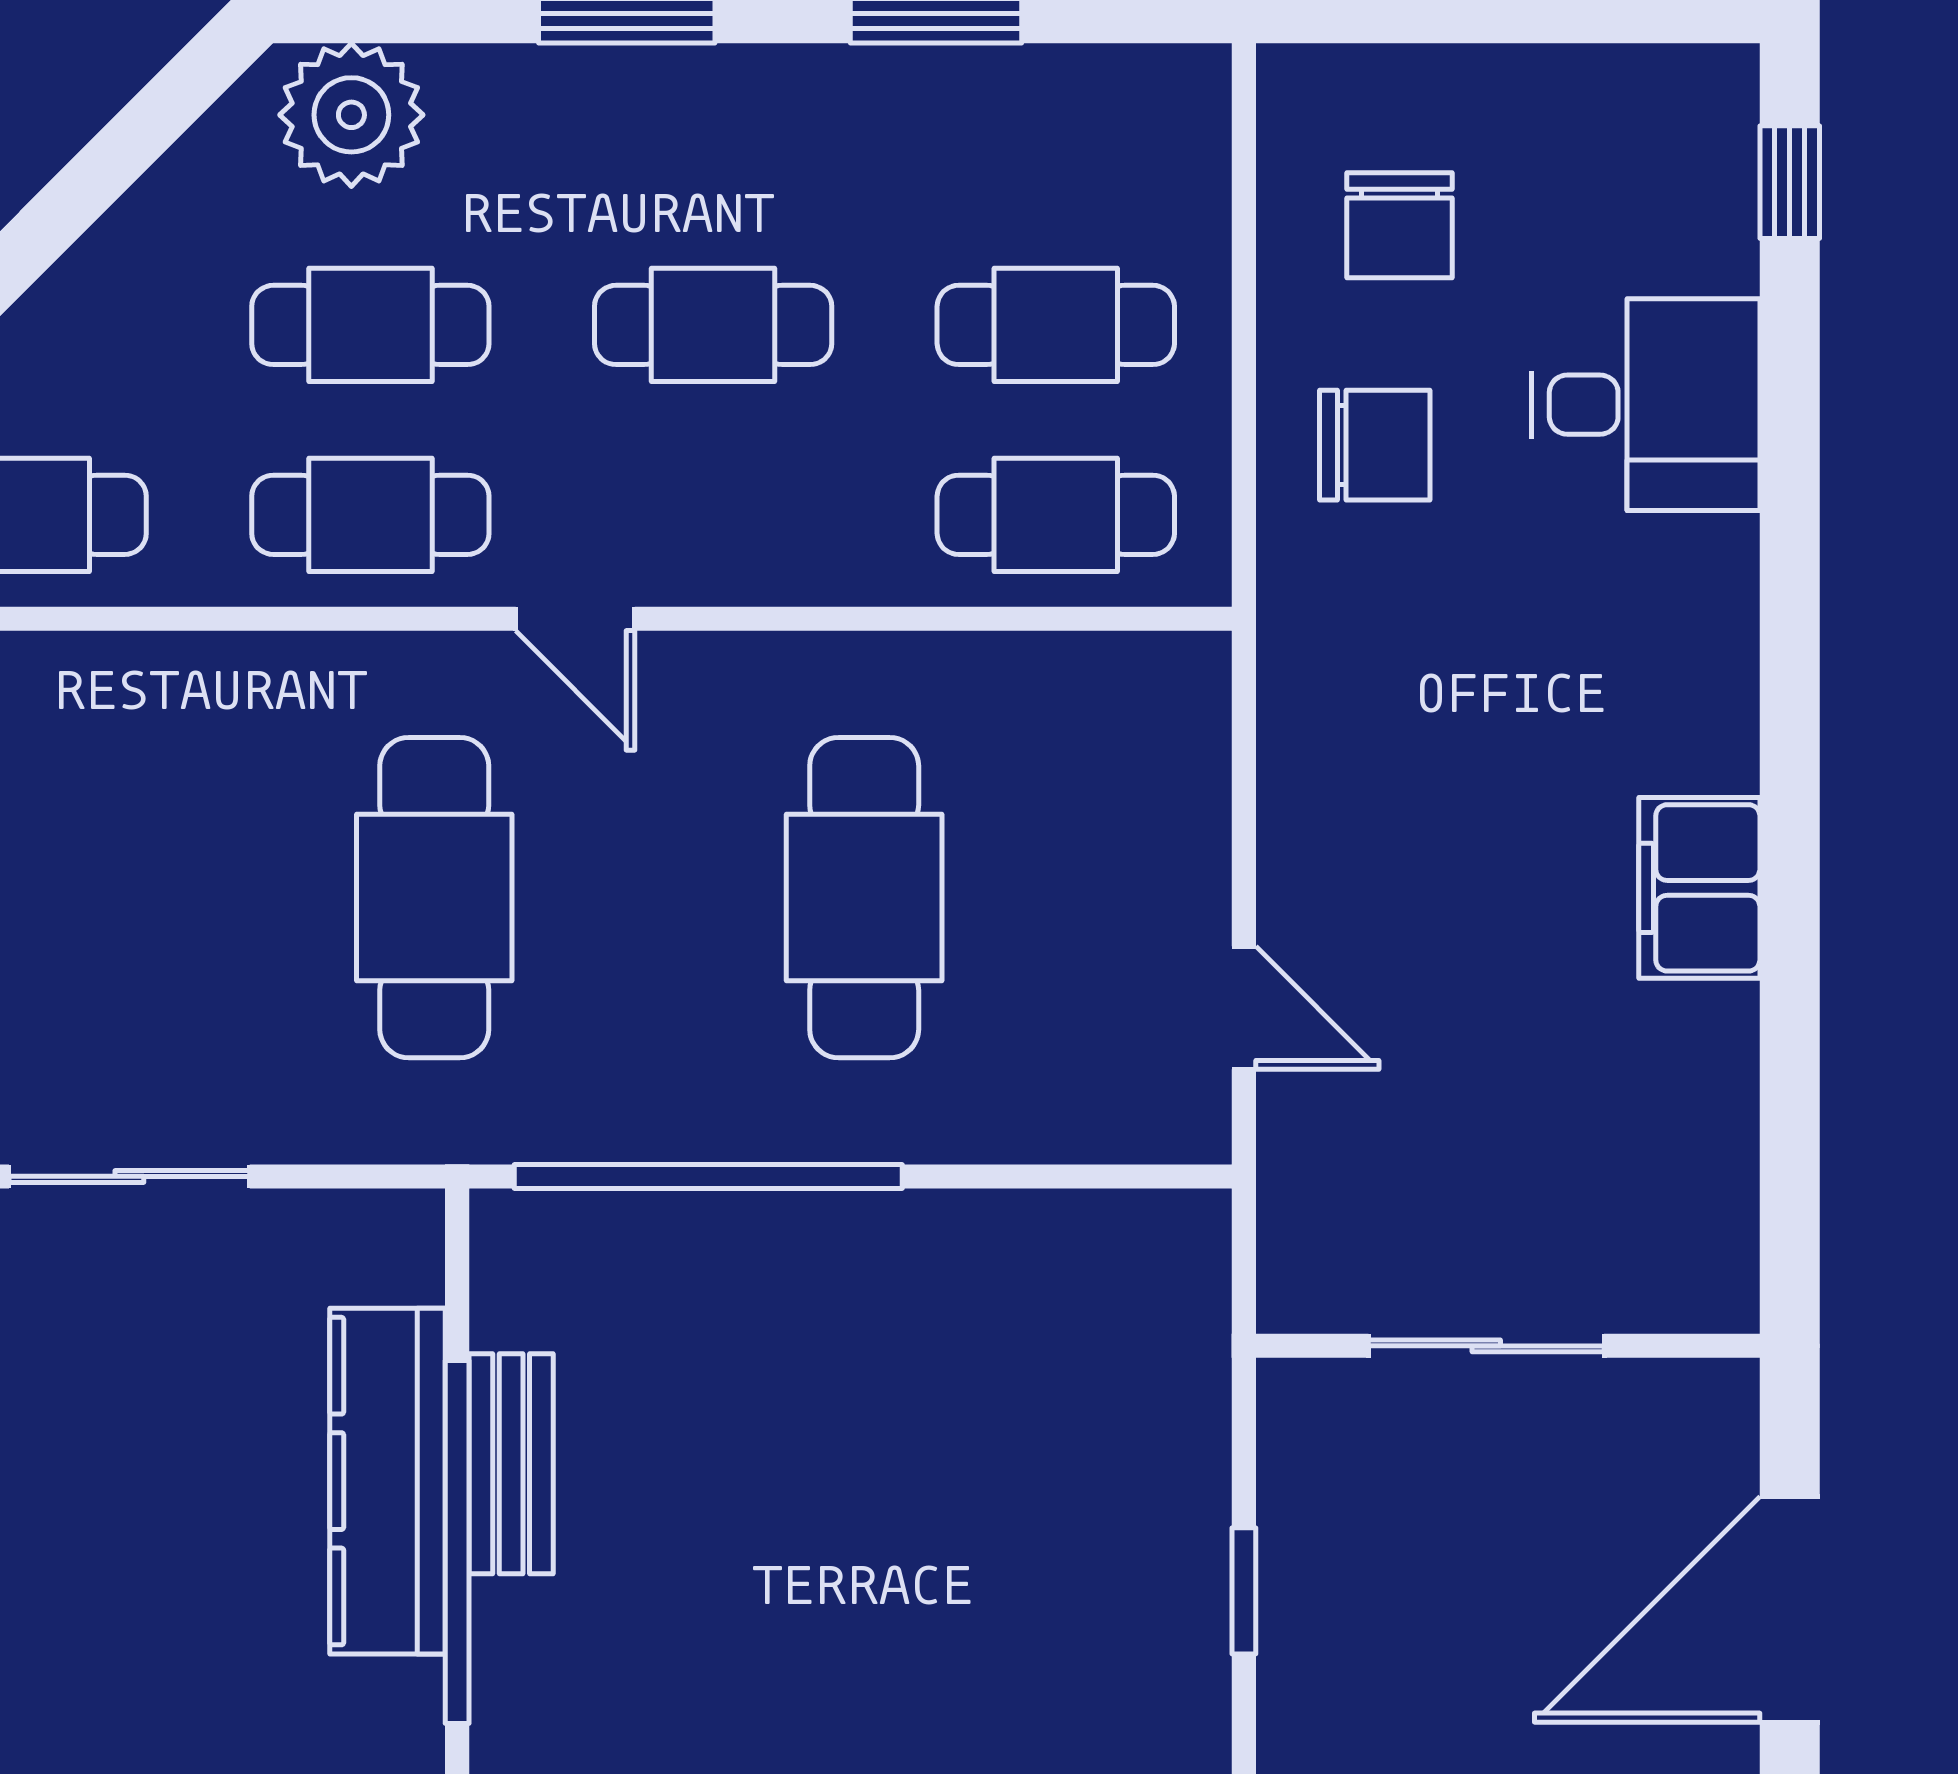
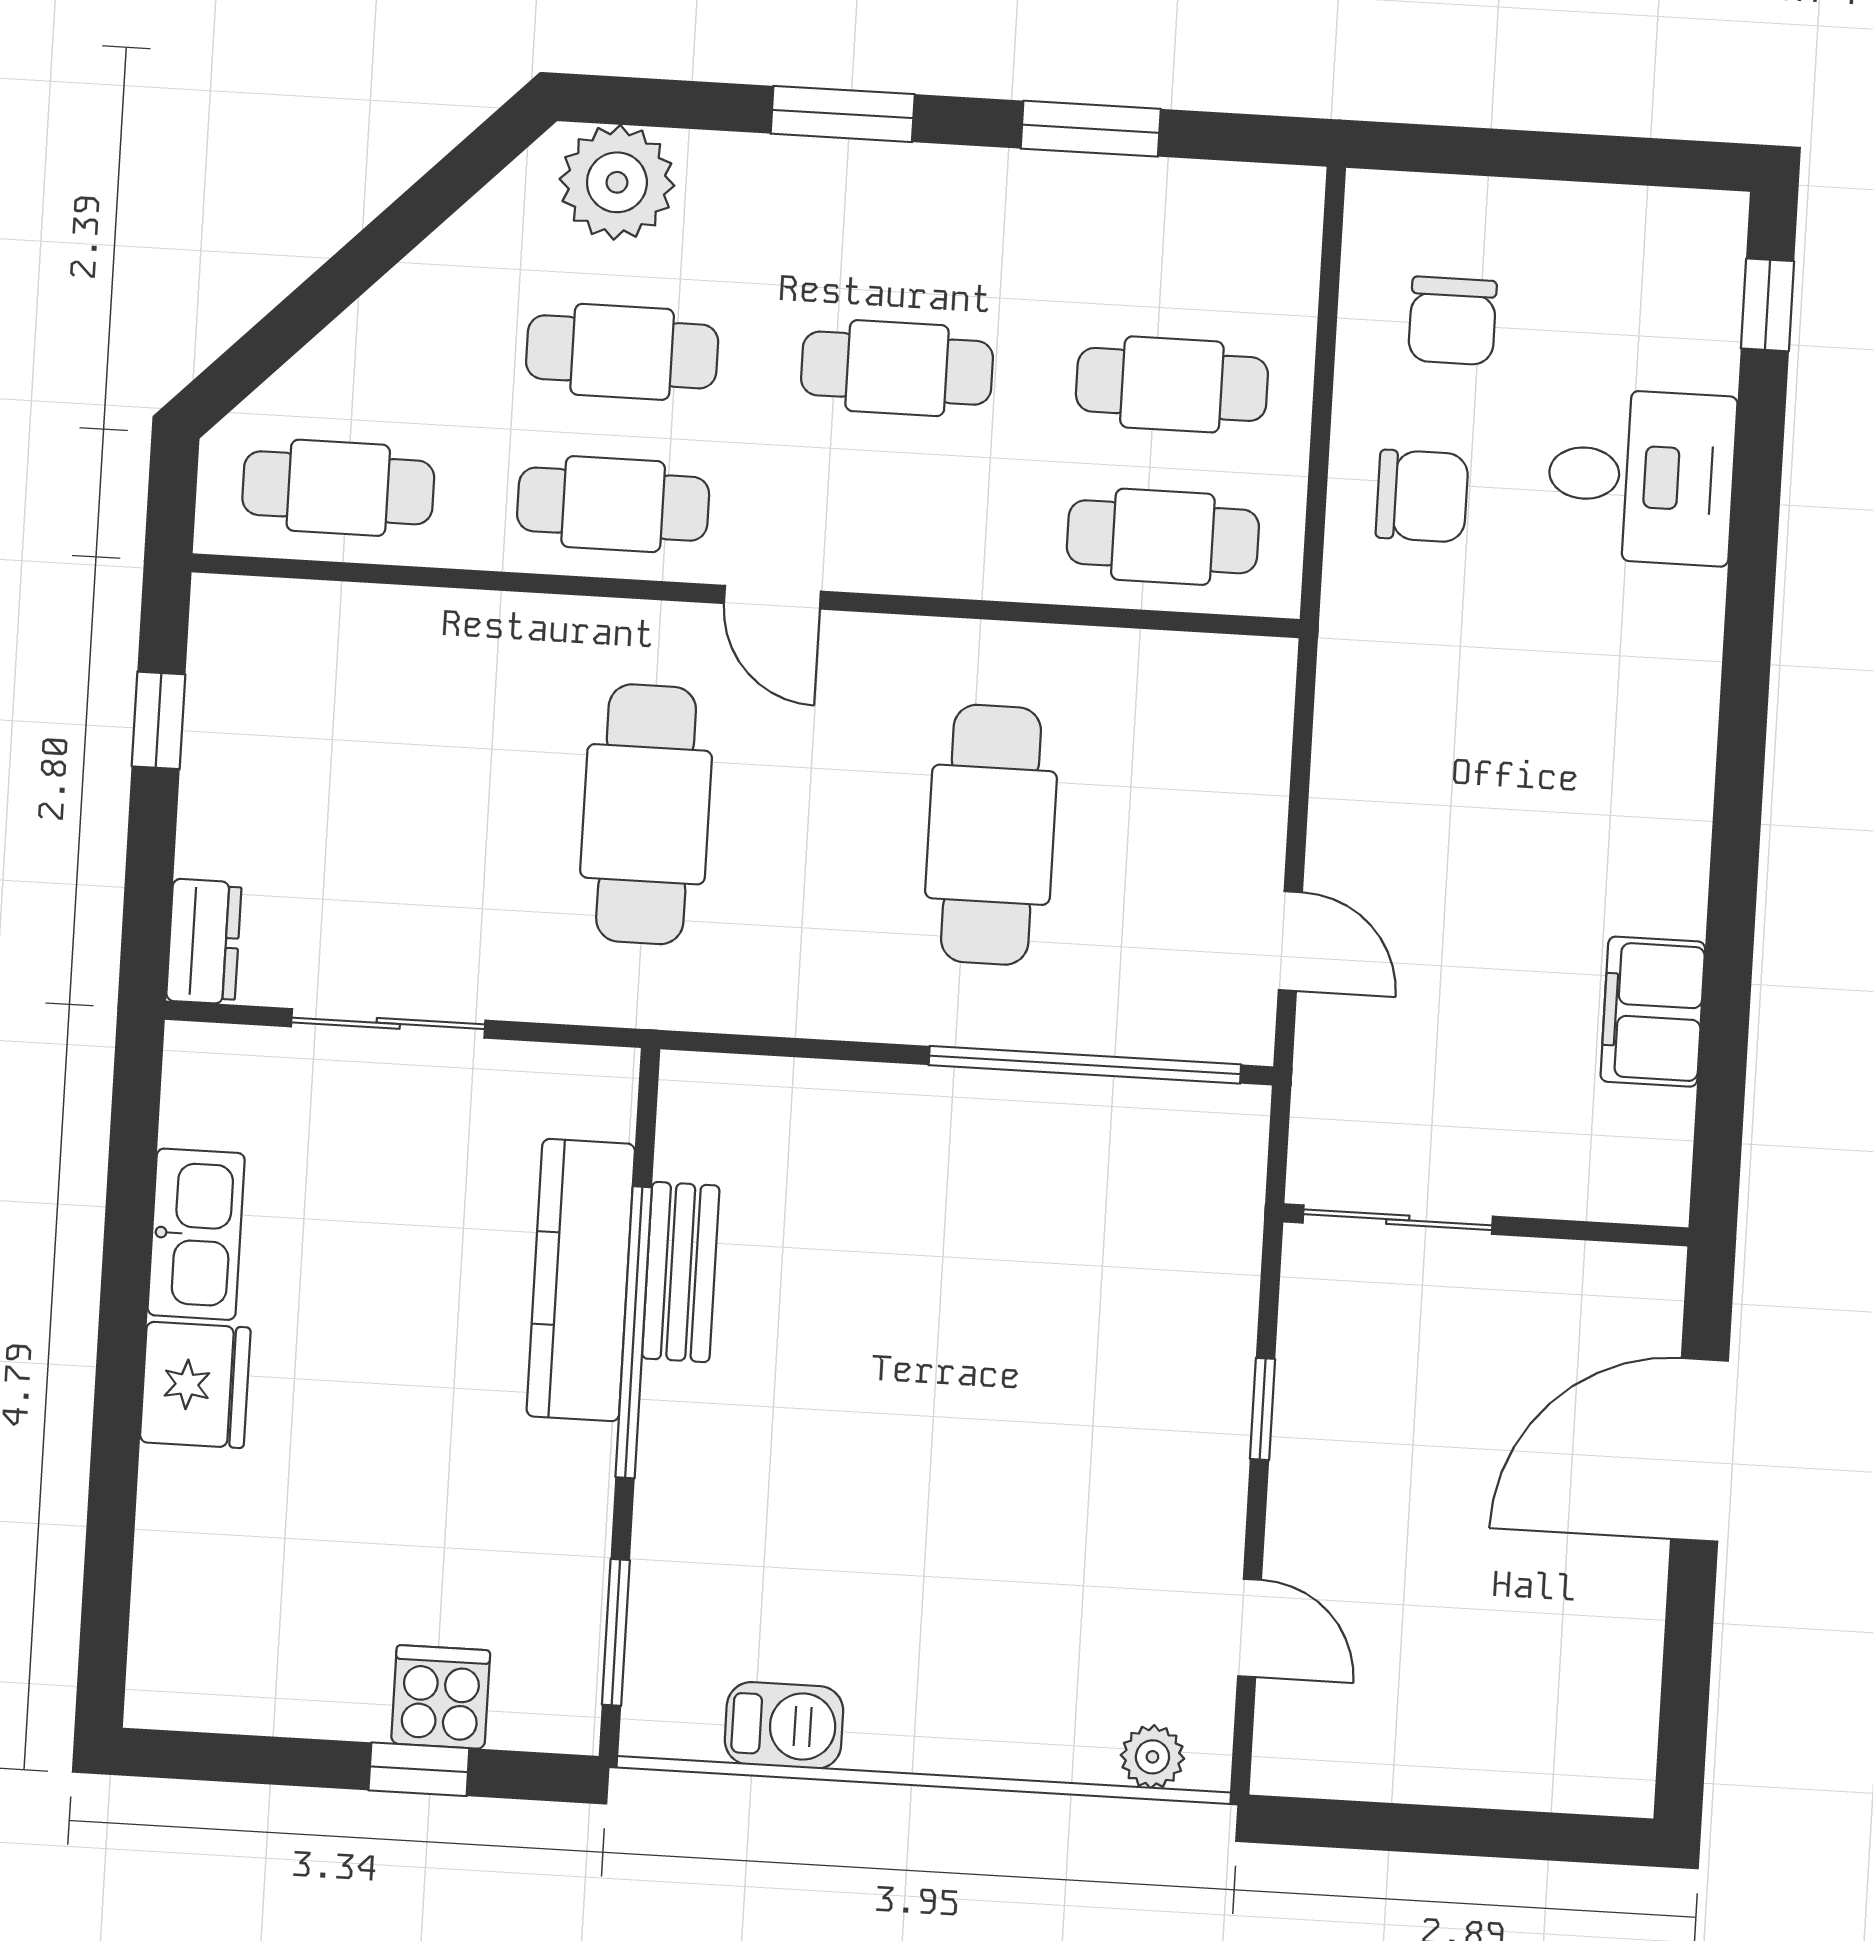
filing cabinet: (1699, 888) -> (1653, 1012), moved
window: (708, 1176) -> (1085, 1065), moved
sliding door: (1486, 1346) -> (1398, 1220), moved

